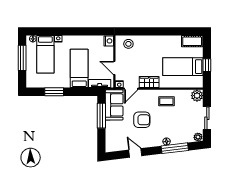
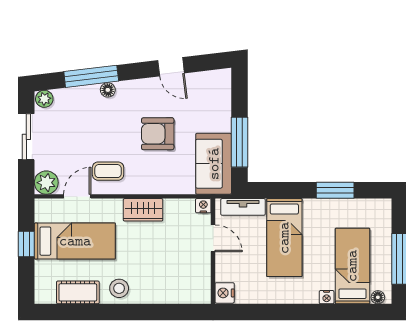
cot: (192, 41) -> (78, 292), moved
stool: (128, 44) -> (119, 288), moved
door: (131, 89) -> (77, 196), moved

